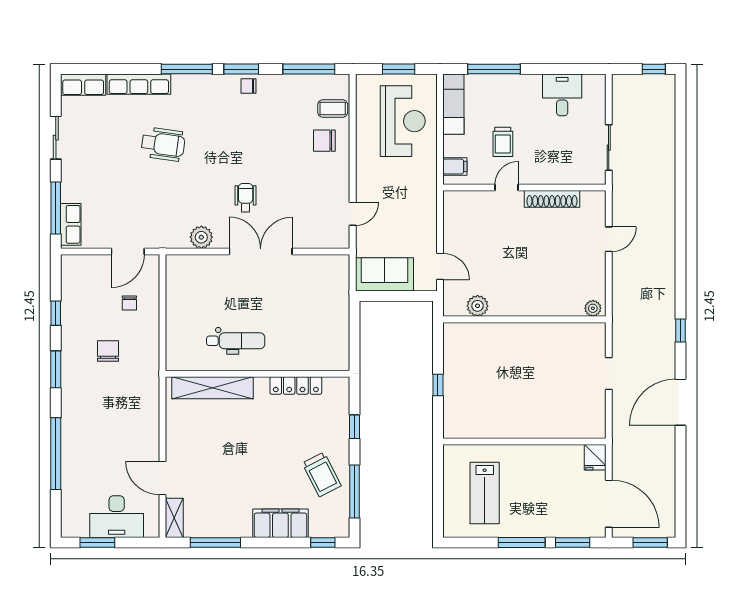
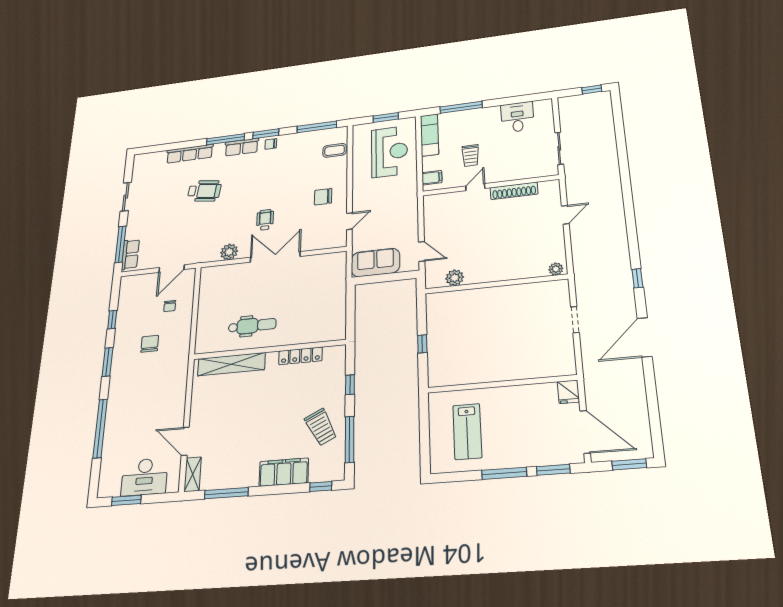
row of seats: (83, 85) -> (242, 147), moved
chair: (324, 141) -> (323, 197), moved

